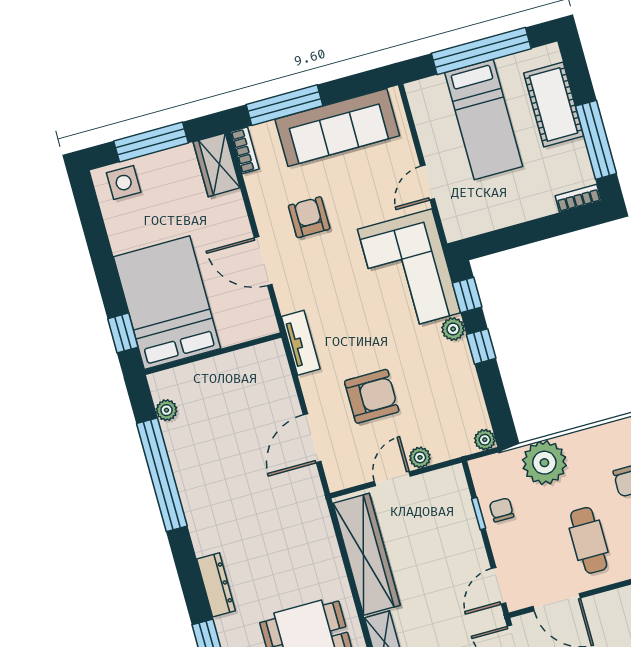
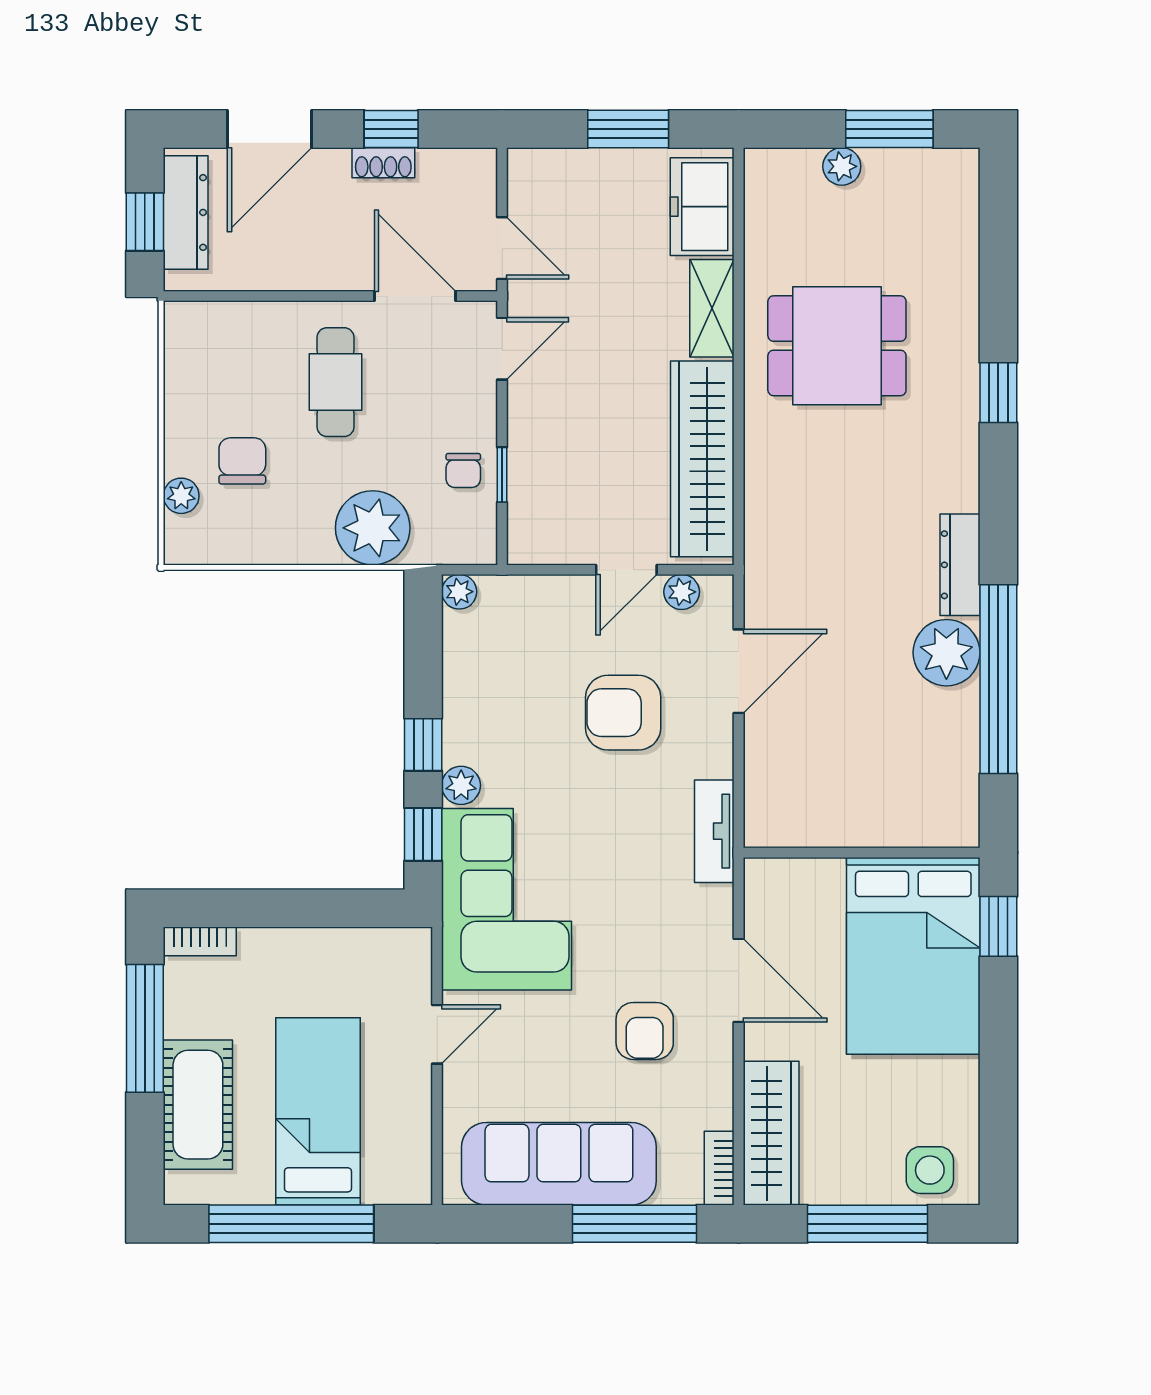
wardrobe: (217, 165) -> (771, 1133), width x1.50
plant: (167, 410) -> (946, 653), moved, width x1.88, depth x1.88
plant: (420, 457) -> (682, 592), moved
dresser: (216, 585) -> (960, 565), moved

